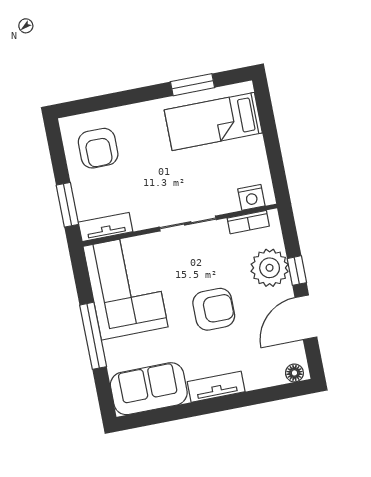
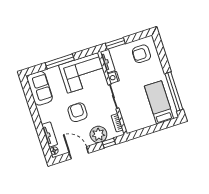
window: (192, 85) -> (174, 91), width x2.11
nightstand: (251, 197) -> (113, 77), moved
window: (297, 271) -> (109, 143), moved
armchair: (214, 309) -> (78, 112), turned 180
tv unit: (216, 387) -> (50, 134), moved

